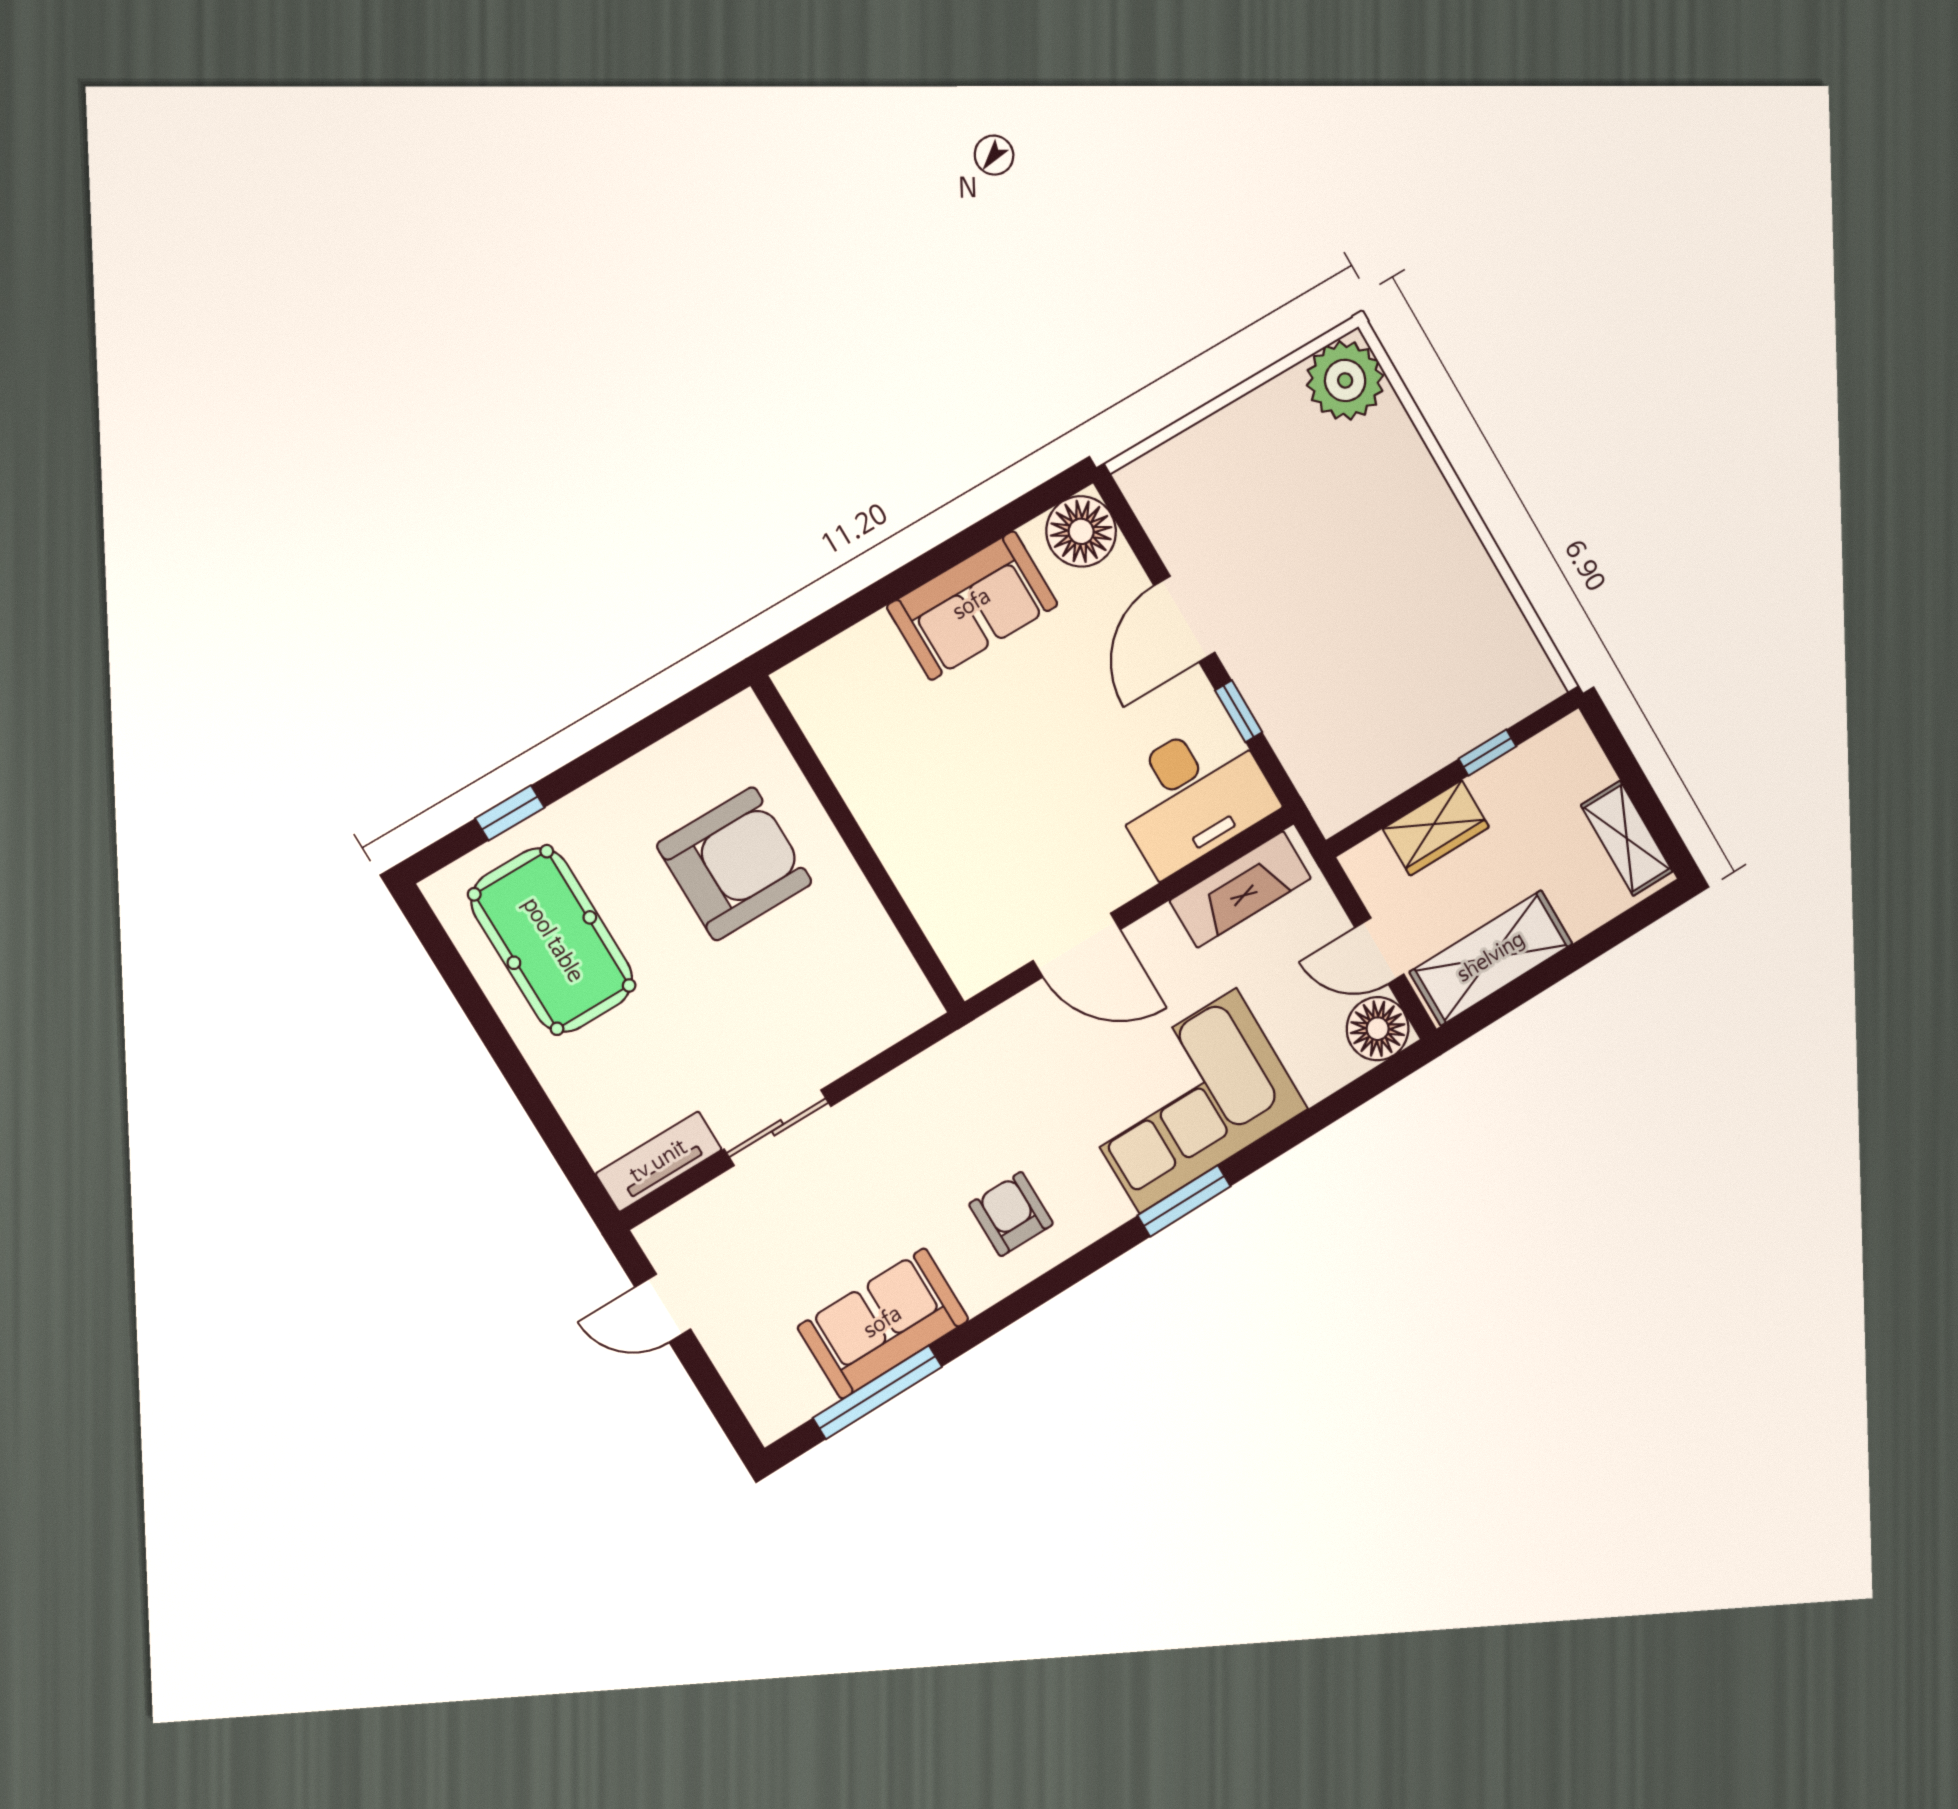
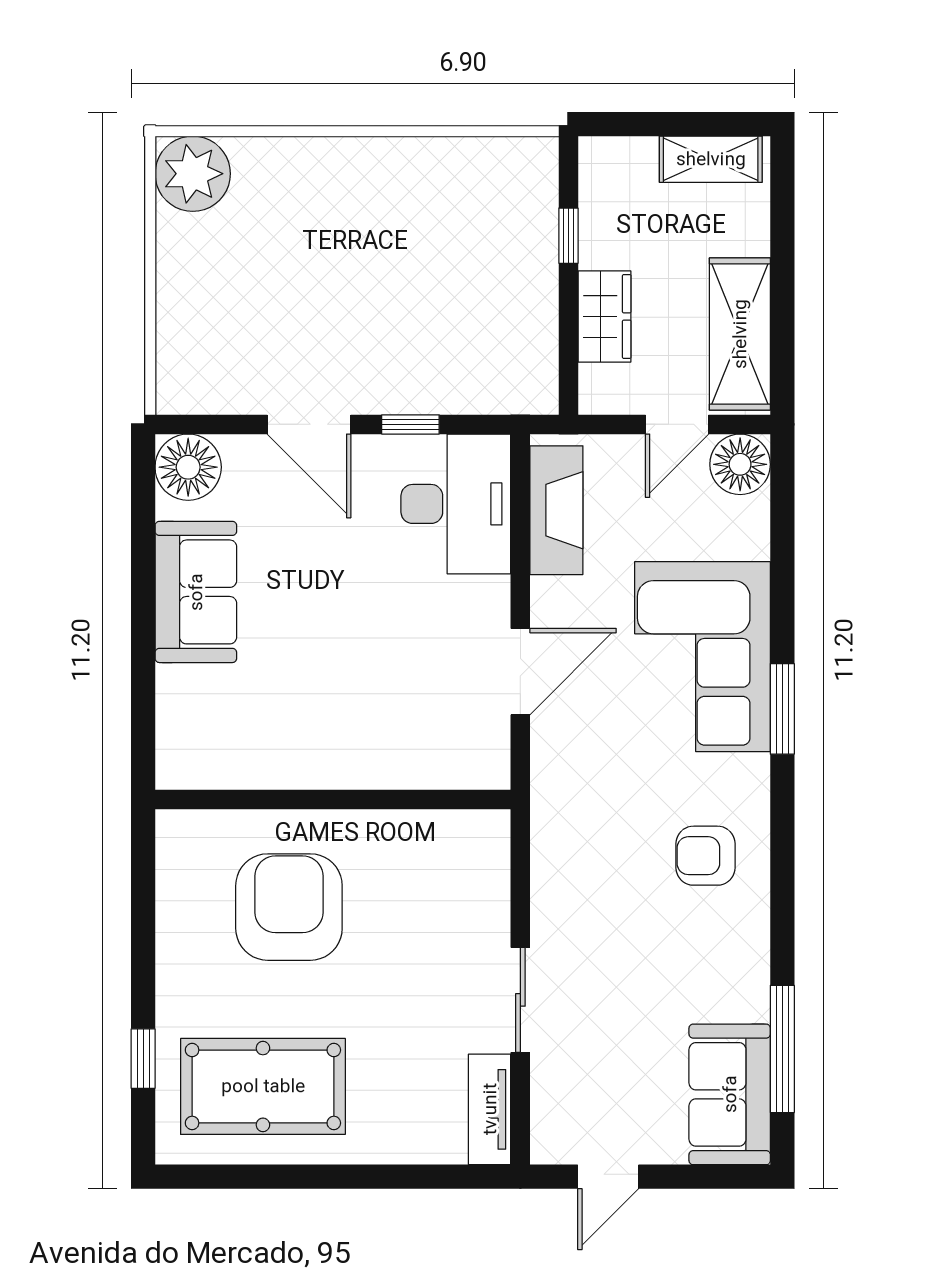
sofa: (883, 1323) -> (730, 1094), moved

